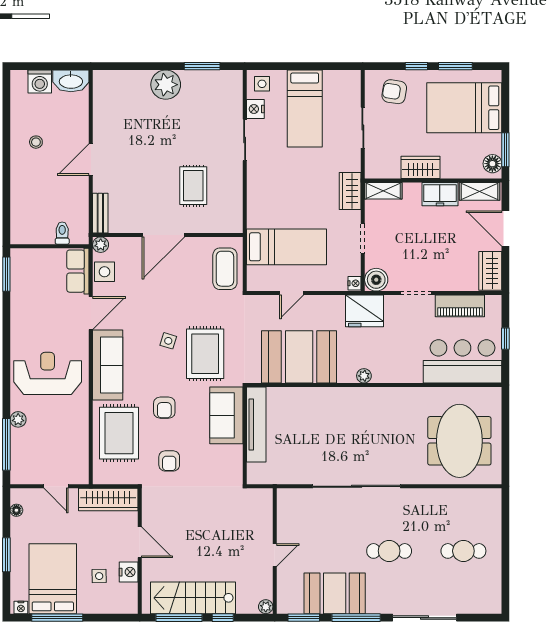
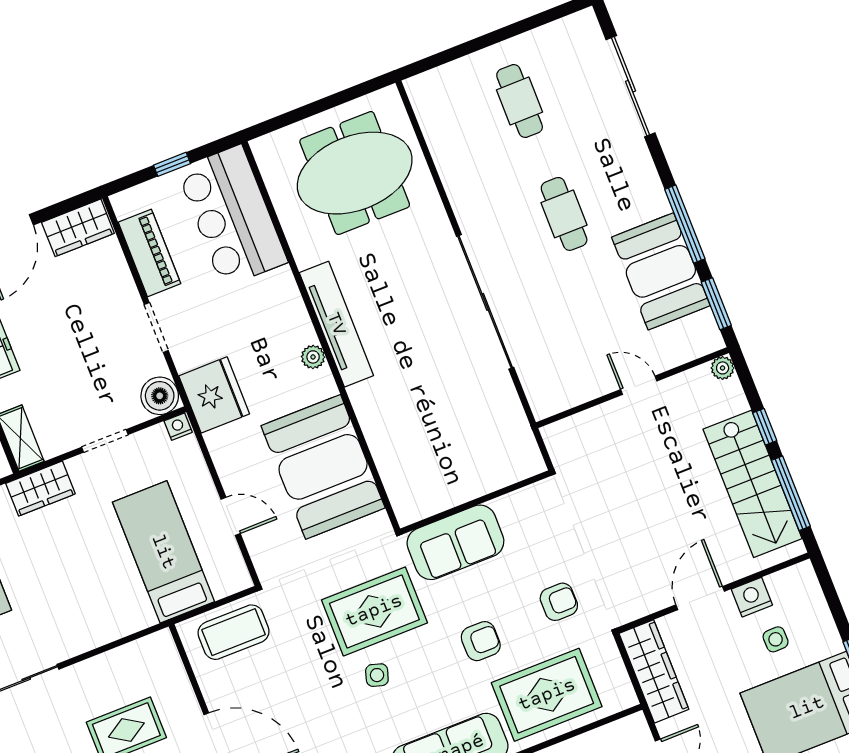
tv unit: (256, 425) -> (336, 324), moved, turned 90
sliding door: (425, 618) -> (631, 86), moved

